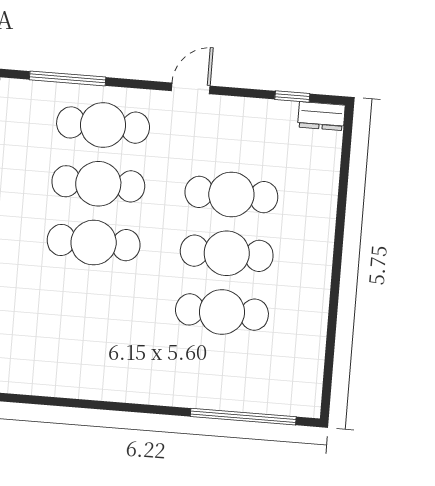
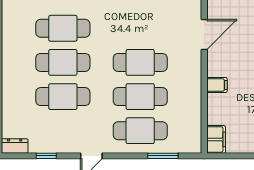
window: (68, 78) -> (163, 156), width x0.69
window: (292, 97) -> (46, 156), moved

